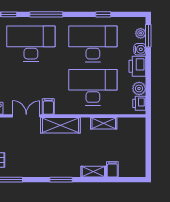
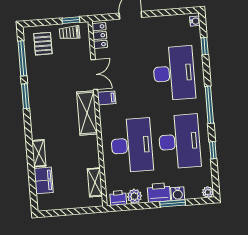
window: (46, 14) -> (209, 105), moved
plant: (141, 33) -> (208, 192), moved
window: (148, 36) -> (173, 203), moved
shelving: (104, 123) -> (95, 182), moved
filing cabinet: (112, 169) -> (44, 180), width x2.00
window: (61, 180) -> (25, 96), moved

